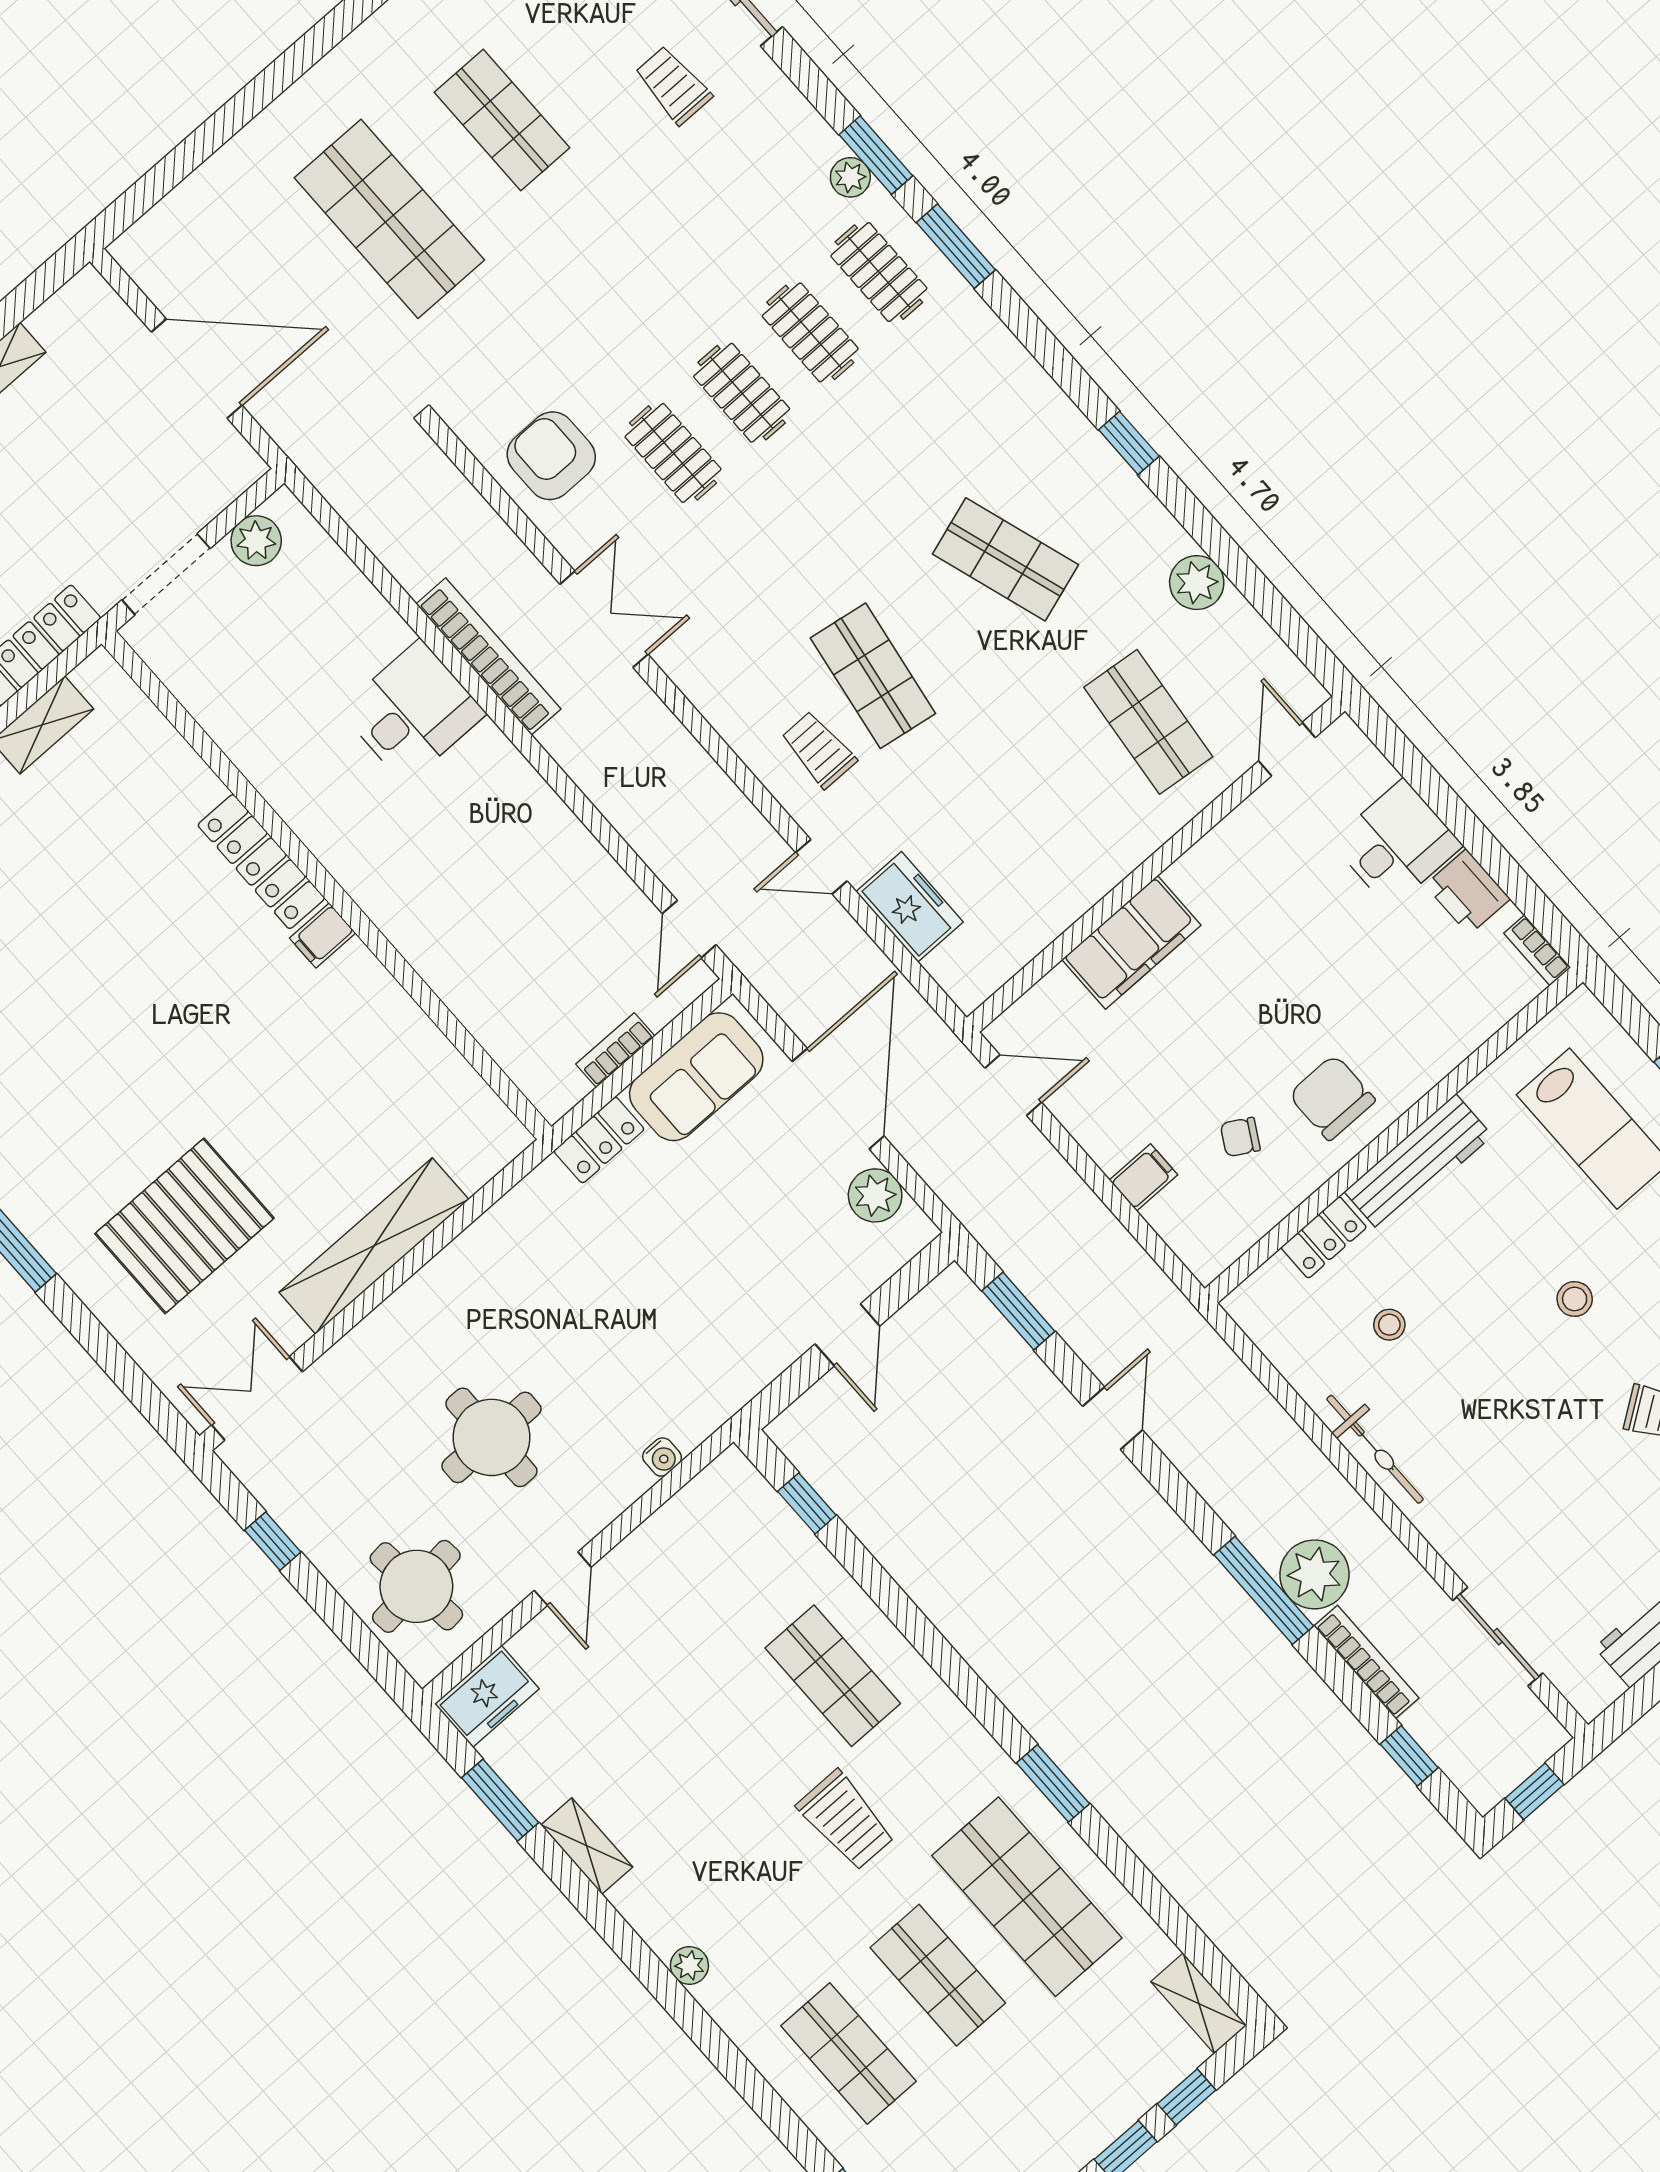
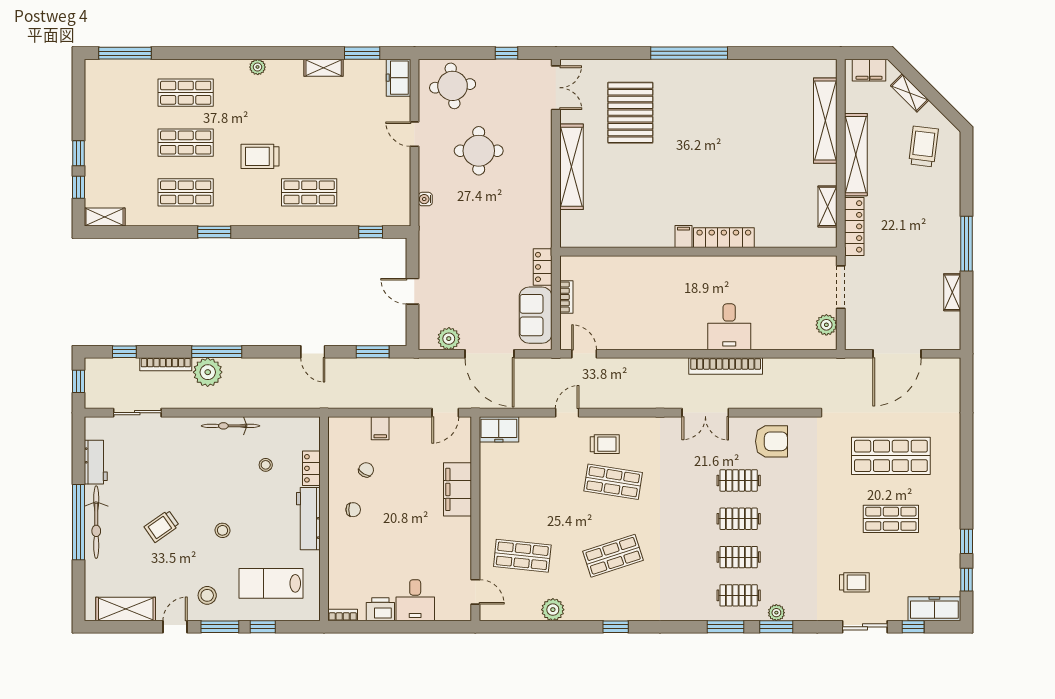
freezer: (910, 907) -> (499, 429), moved
chair: (1332, 1097) -> (353, 510), width x0.54, depth x0.54
shop shelf: (1027, 1897) -> (186, 192), width x0.70, depth x0.74

